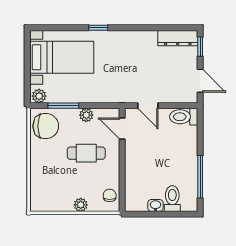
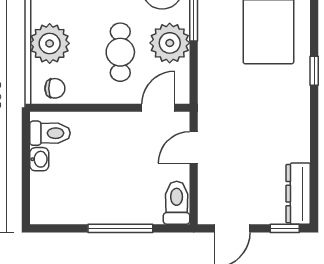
plant: (86, 115) -> (170, 43), width x1.88, depth x1.88
window: (200, 177) -> (120, 228), moved
toilet: (172, 199) -> (50, 133), moved
plant: (81, 205) -> (50, 43), width x1.88, depth x1.88

